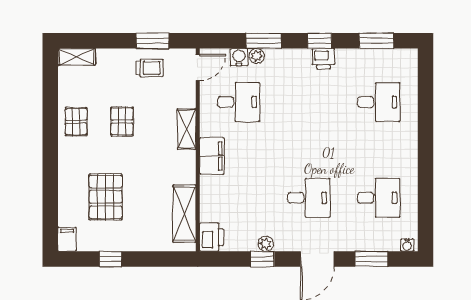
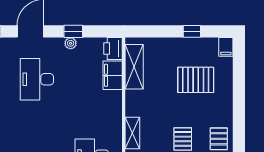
filing cabinet: (212, 156) -> (113, 75), moved
pallet: (106, 197) -> (196, 80), turned 90
desk: (309, 198) -> (37, 79), width x1.37

